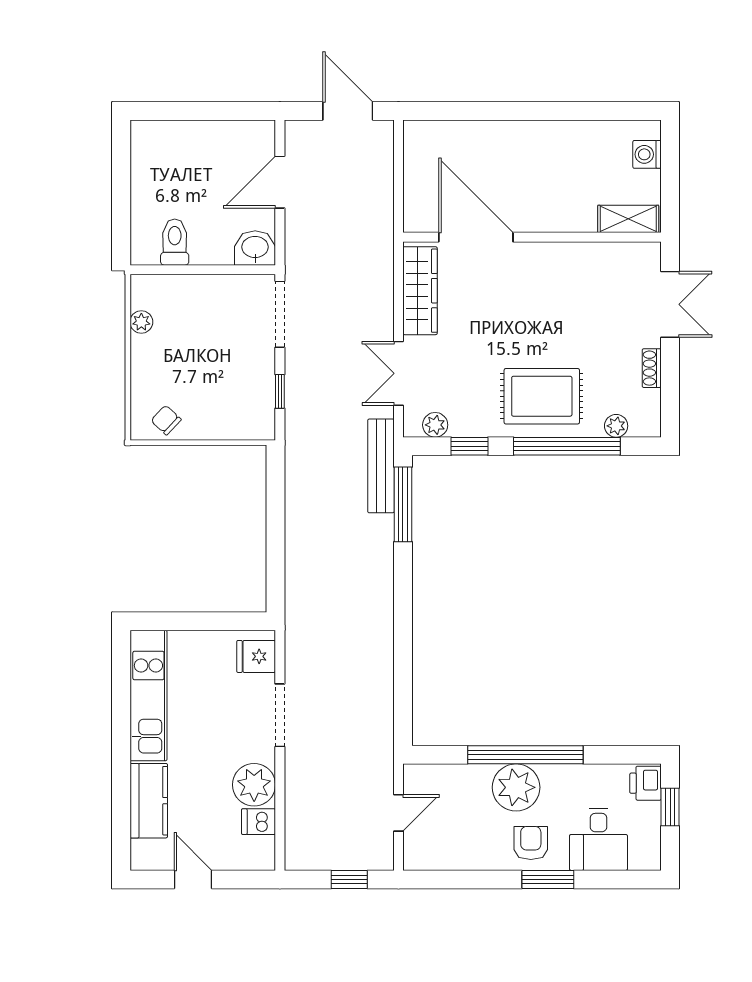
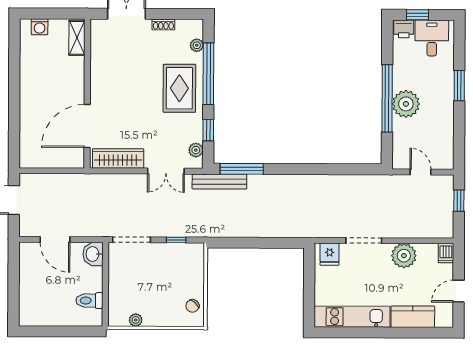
dishwasher: (259, 822) -> (446, 253), moved
desk: (599, 839) -> (432, 38), moved, turned -90
armchair: (531, 843) -> (438, 95), removed

